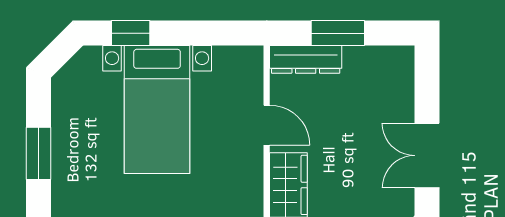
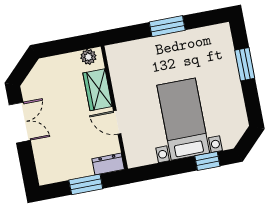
dresser: (306, 59) -> (108, 164), width x0.70
window: (38, 153) -> (245, 64), moved

